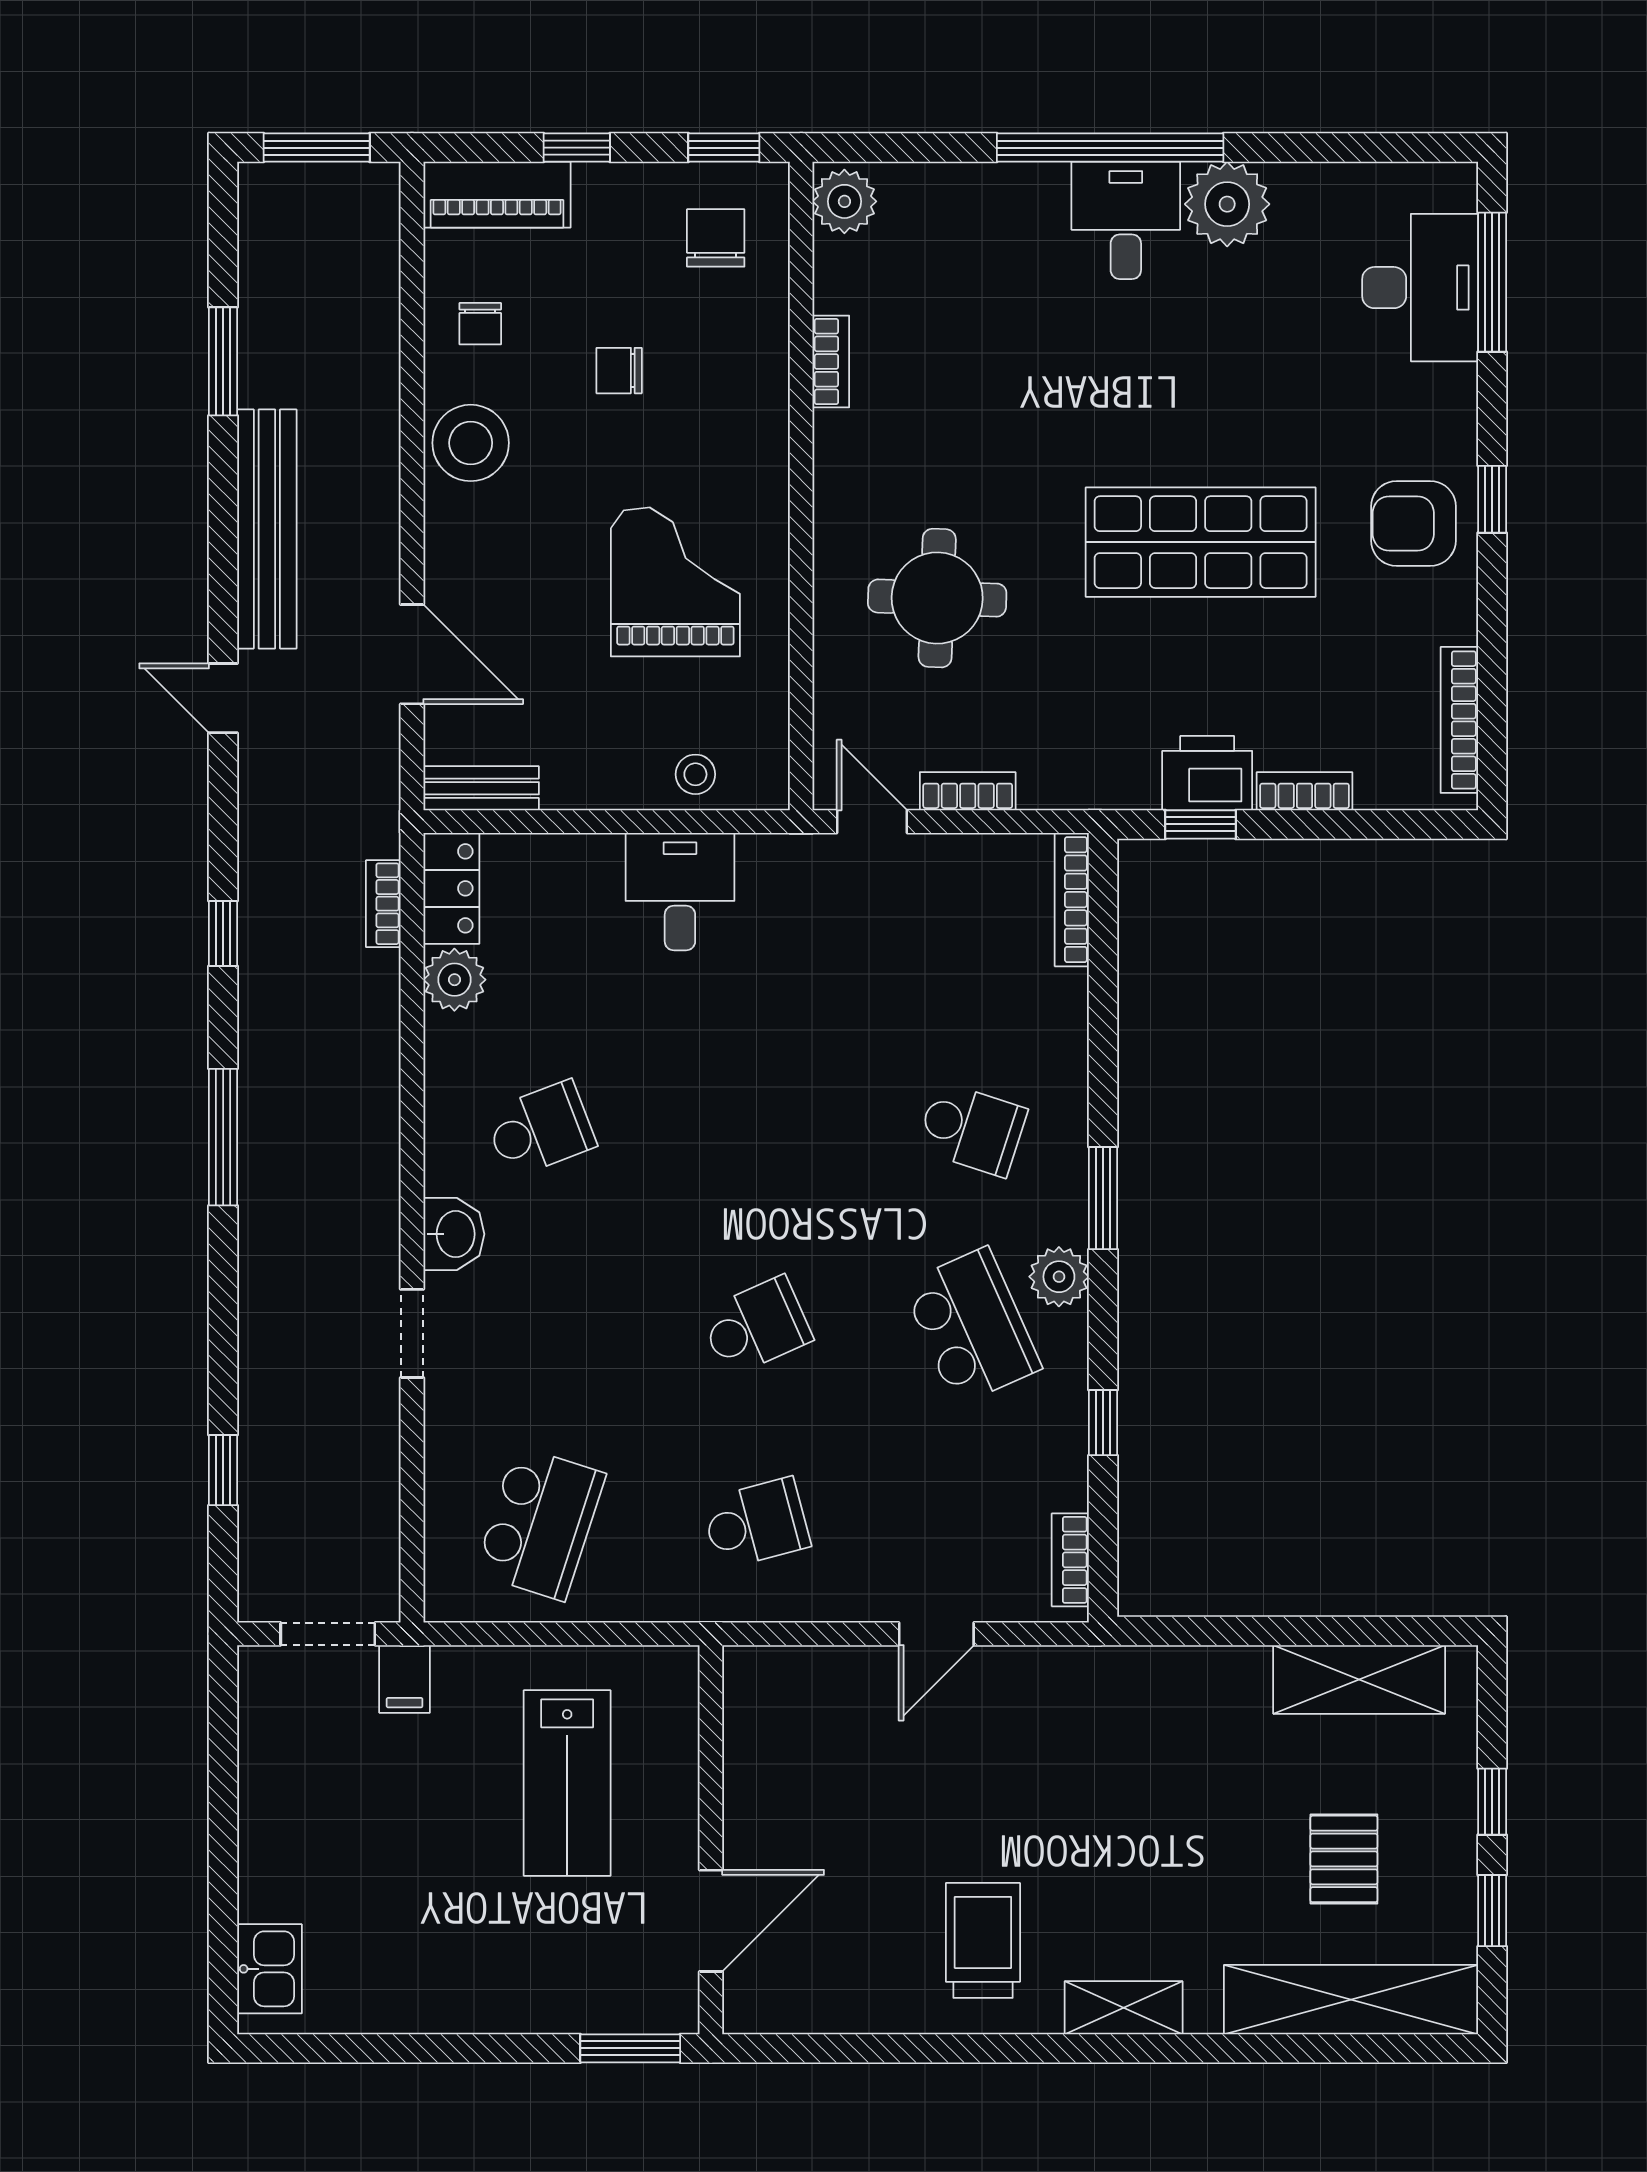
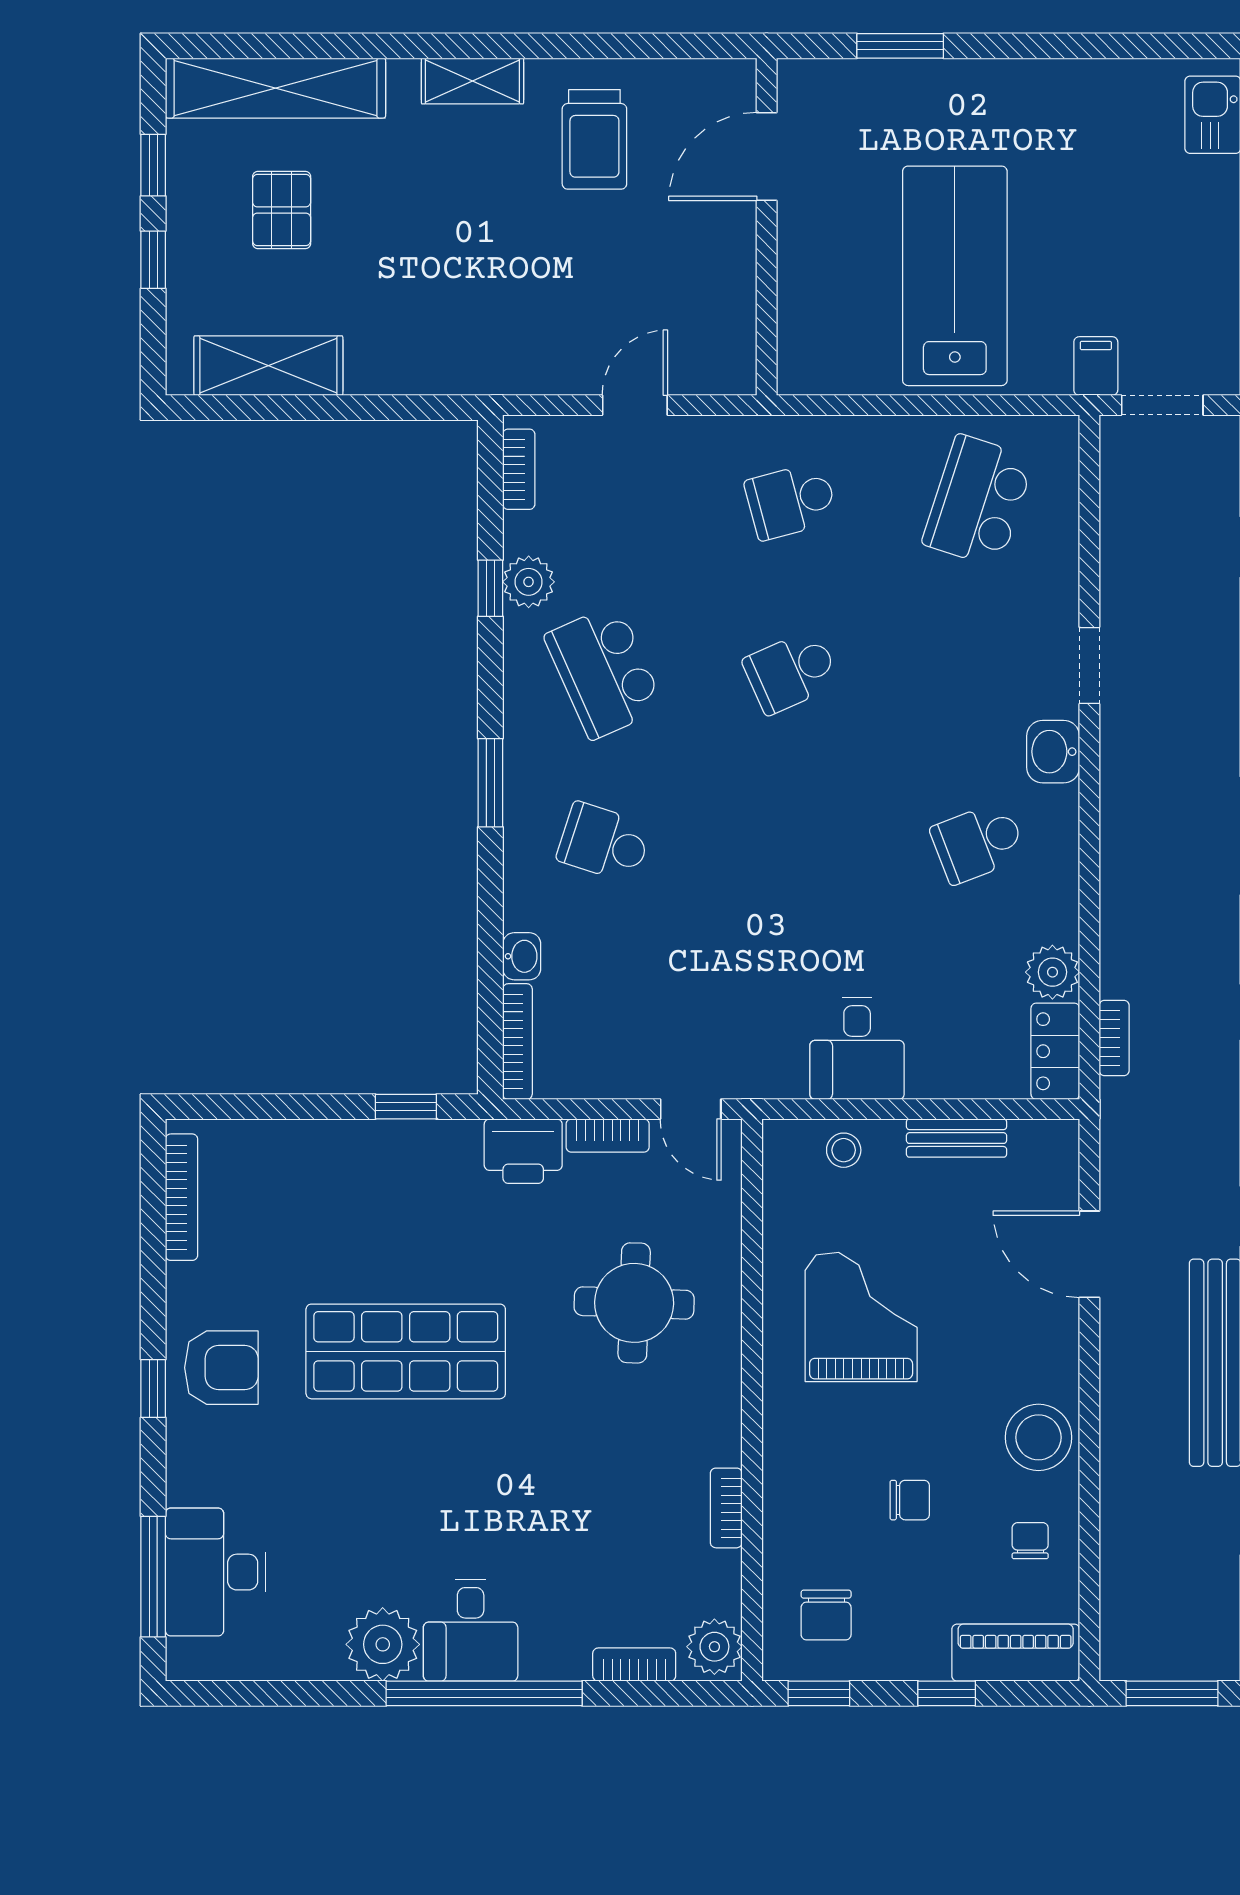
grand piano: (675, 582) -> (861, 1317), turned 180
printer: (1207, 773) -> (523, 1151), moved
bench: (481, 788) -> (957, 1138), moved
bookcase: (1305, 791) -> (634, 1665), moved, turned 180
washbasin: (1067, 998) -> (522, 956), added
plant: (1059, 1277) -> (529, 582), moved
lab bench: (567, 1783) -> (955, 276), width x1.36, depth x1.39
wall: (711, 1840) -> (767, 227), moved
door: (711, 1921) -> (767, 156), moved

